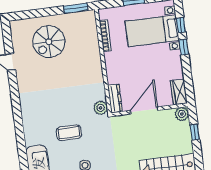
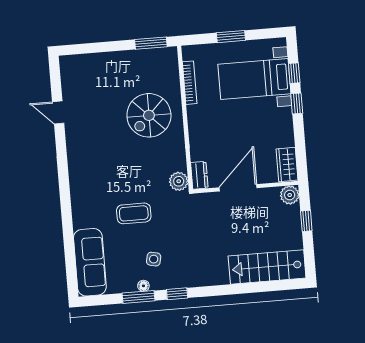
spiral stairs: (49, 42) -> (149, 115), moved
dresser: (115, 98) -> (199, 175), width x0.70

